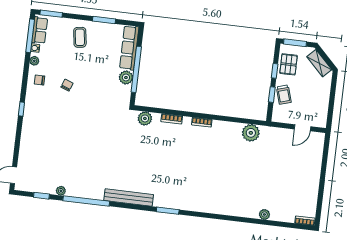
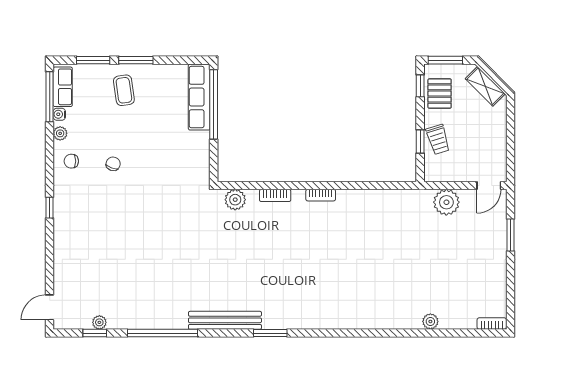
window: (51, 14) -> (93, 60), moved
window: (104, 20) -> (136, 60), moved
window: (136, 69) -> (214, 104), moved
window: (275, 71) -> (420, 86), moved
plant: (126, 77) -> (200, 142), removed
door: (303, 128) -> (489, 186), moved
plant: (251, 133) -> (446, 202), moved
window: (324, 164) -> (510, 235), added
plant: (61, 191) -> (99, 322), moved
window: (168, 211) -> (270, 333), moved

